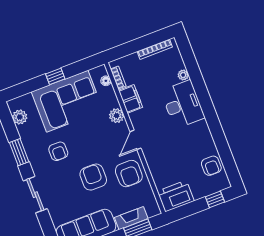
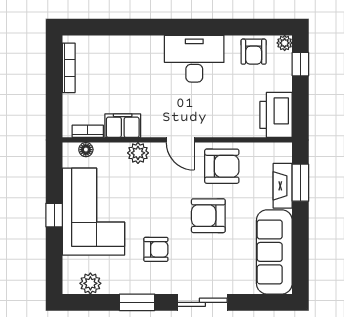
plant: (183, 75) -> (285, 43), moved
desk: (183, 104) -> (194, 59), moved
armchair: (211, 166) -> (254, 52), turned 90

